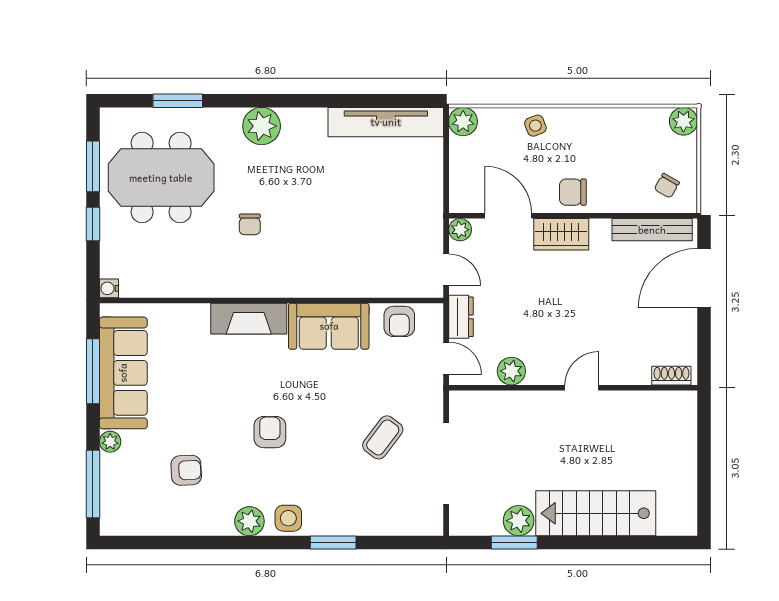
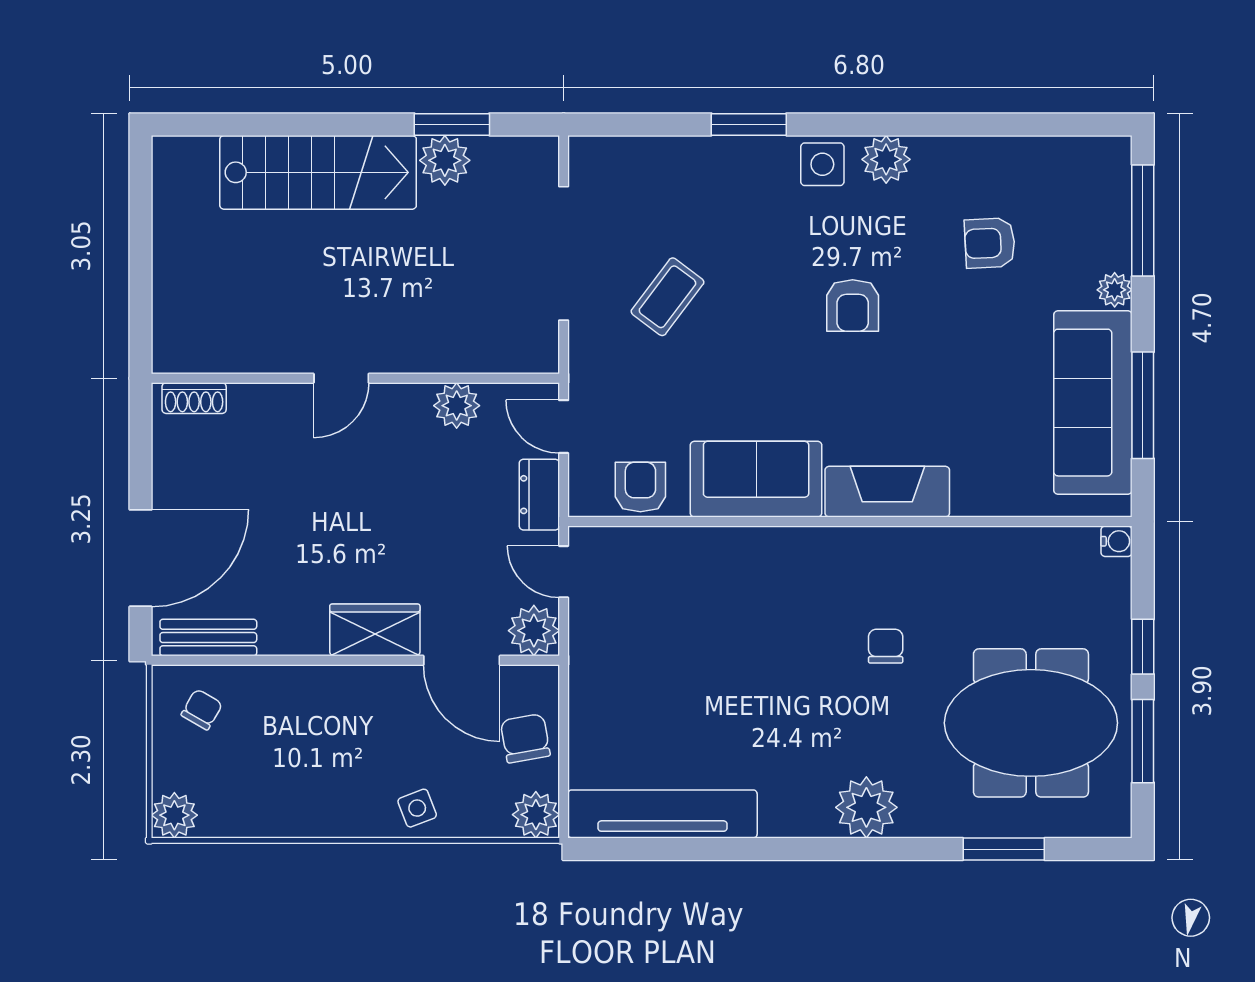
chair: (573, 192) -> (525, 738), moved, turned -100
plant: (460, 230) -> (534, 631), width x1.38, depth x1.38
bench: (652, 230) -> (208, 638), width x0.73

